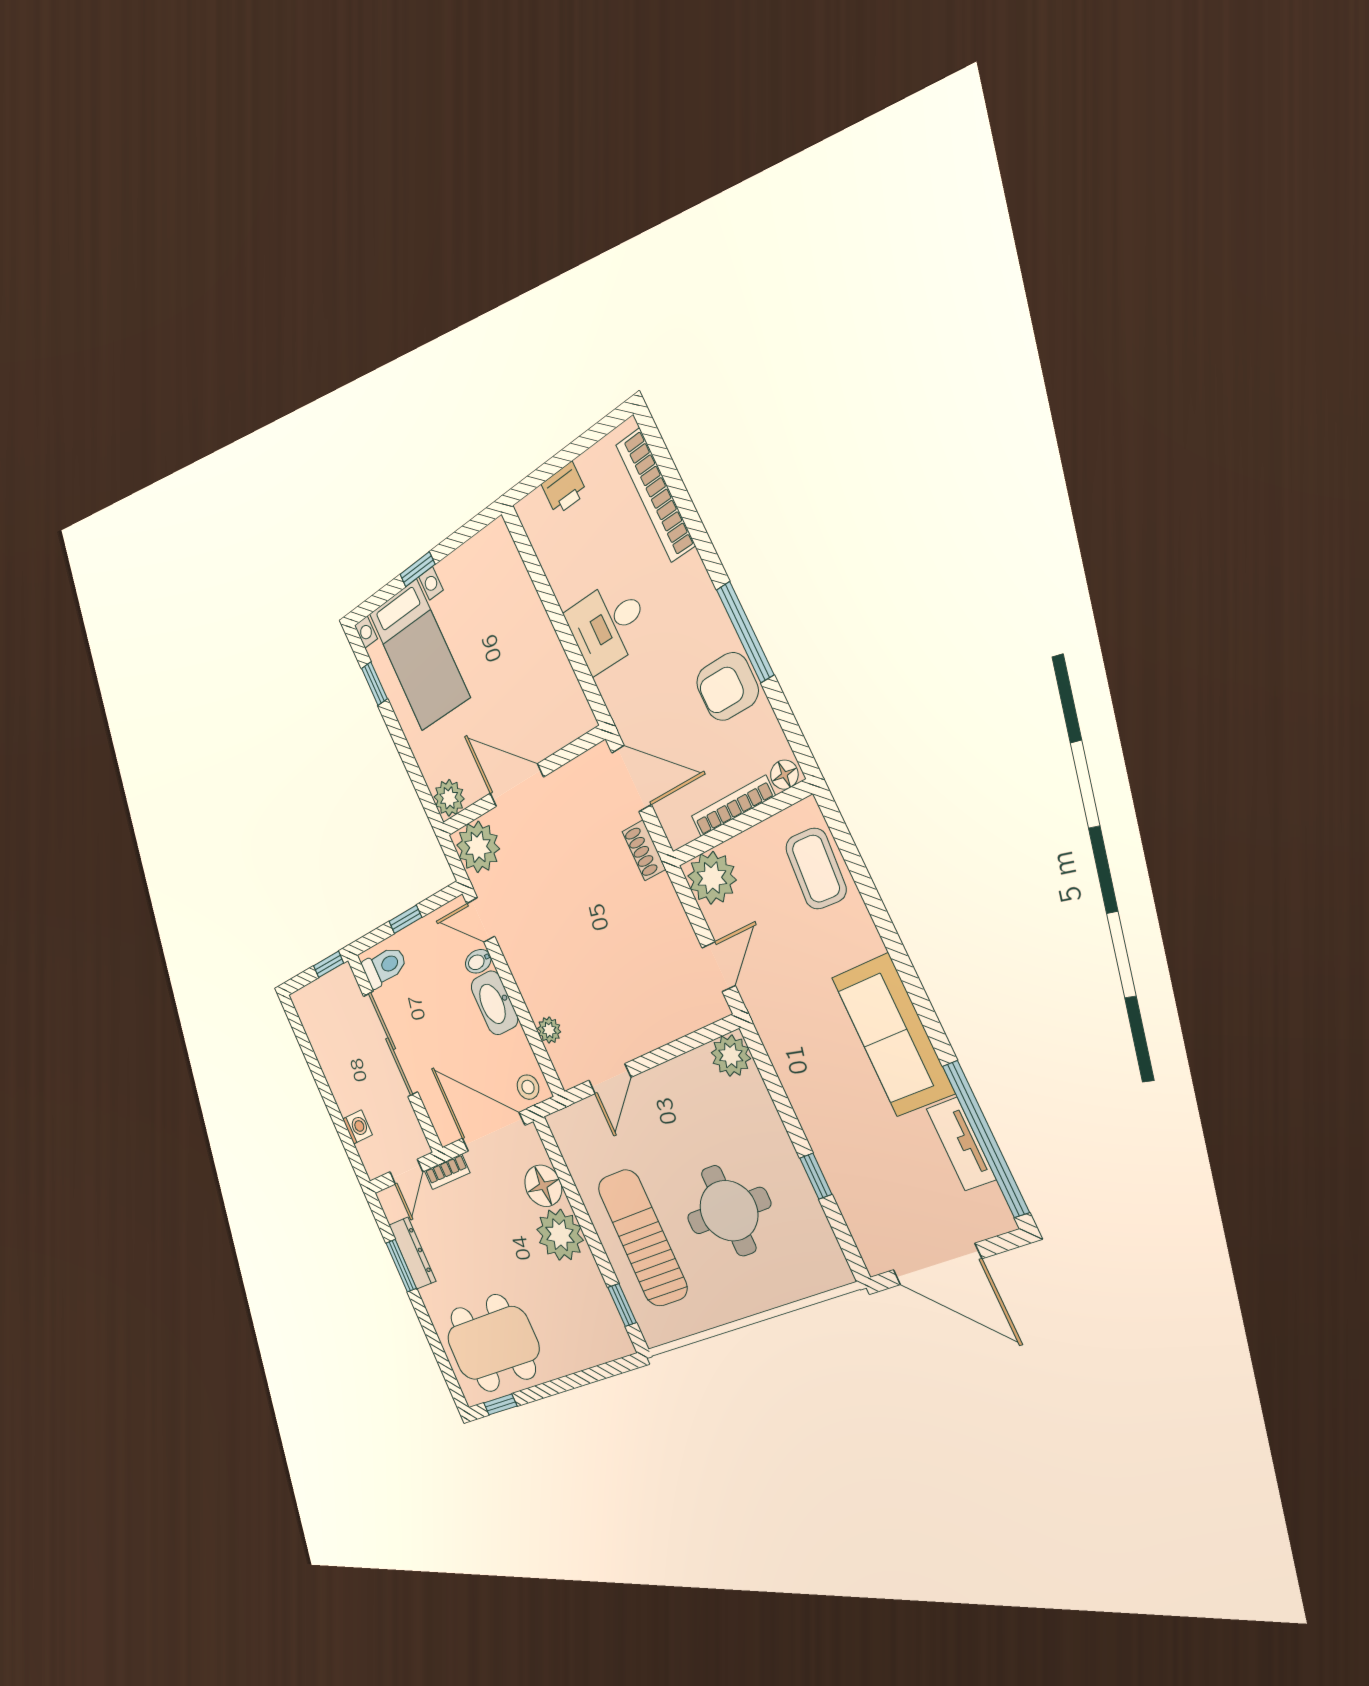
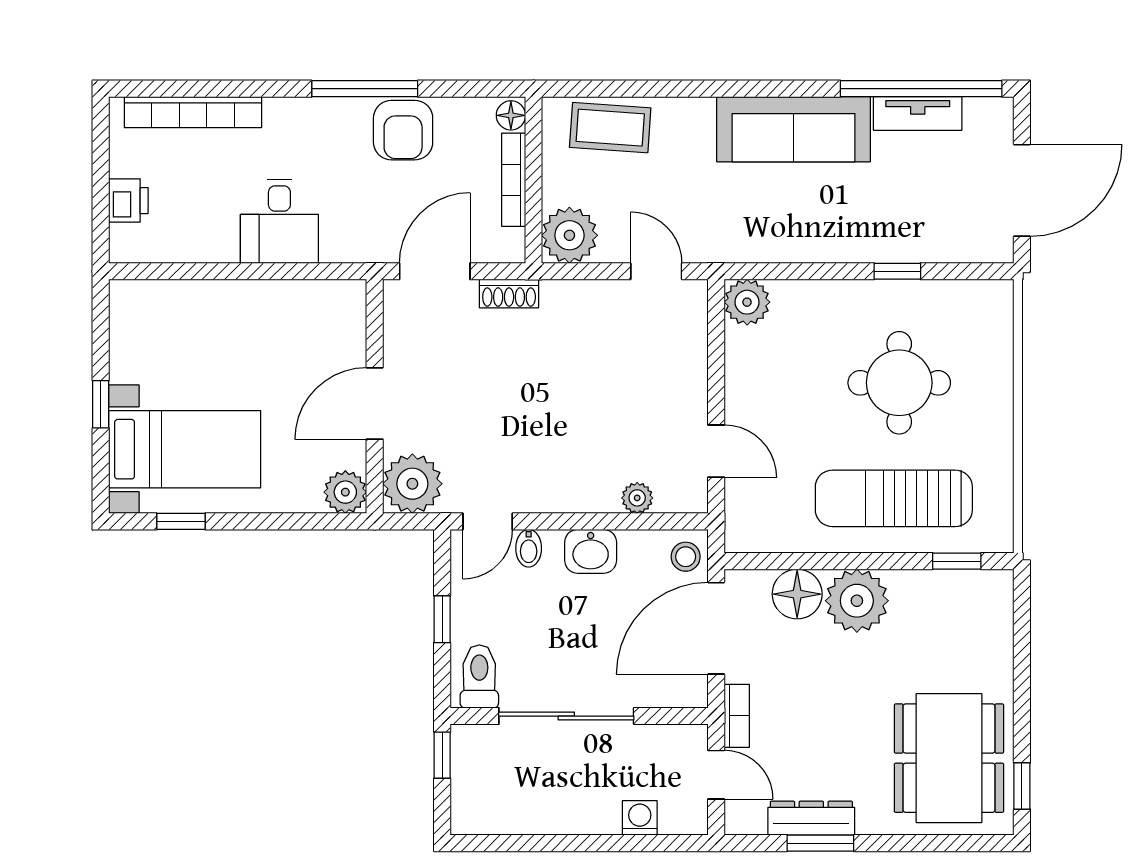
washbasin: (494, 1003) -> (591, 551), width x0.72

